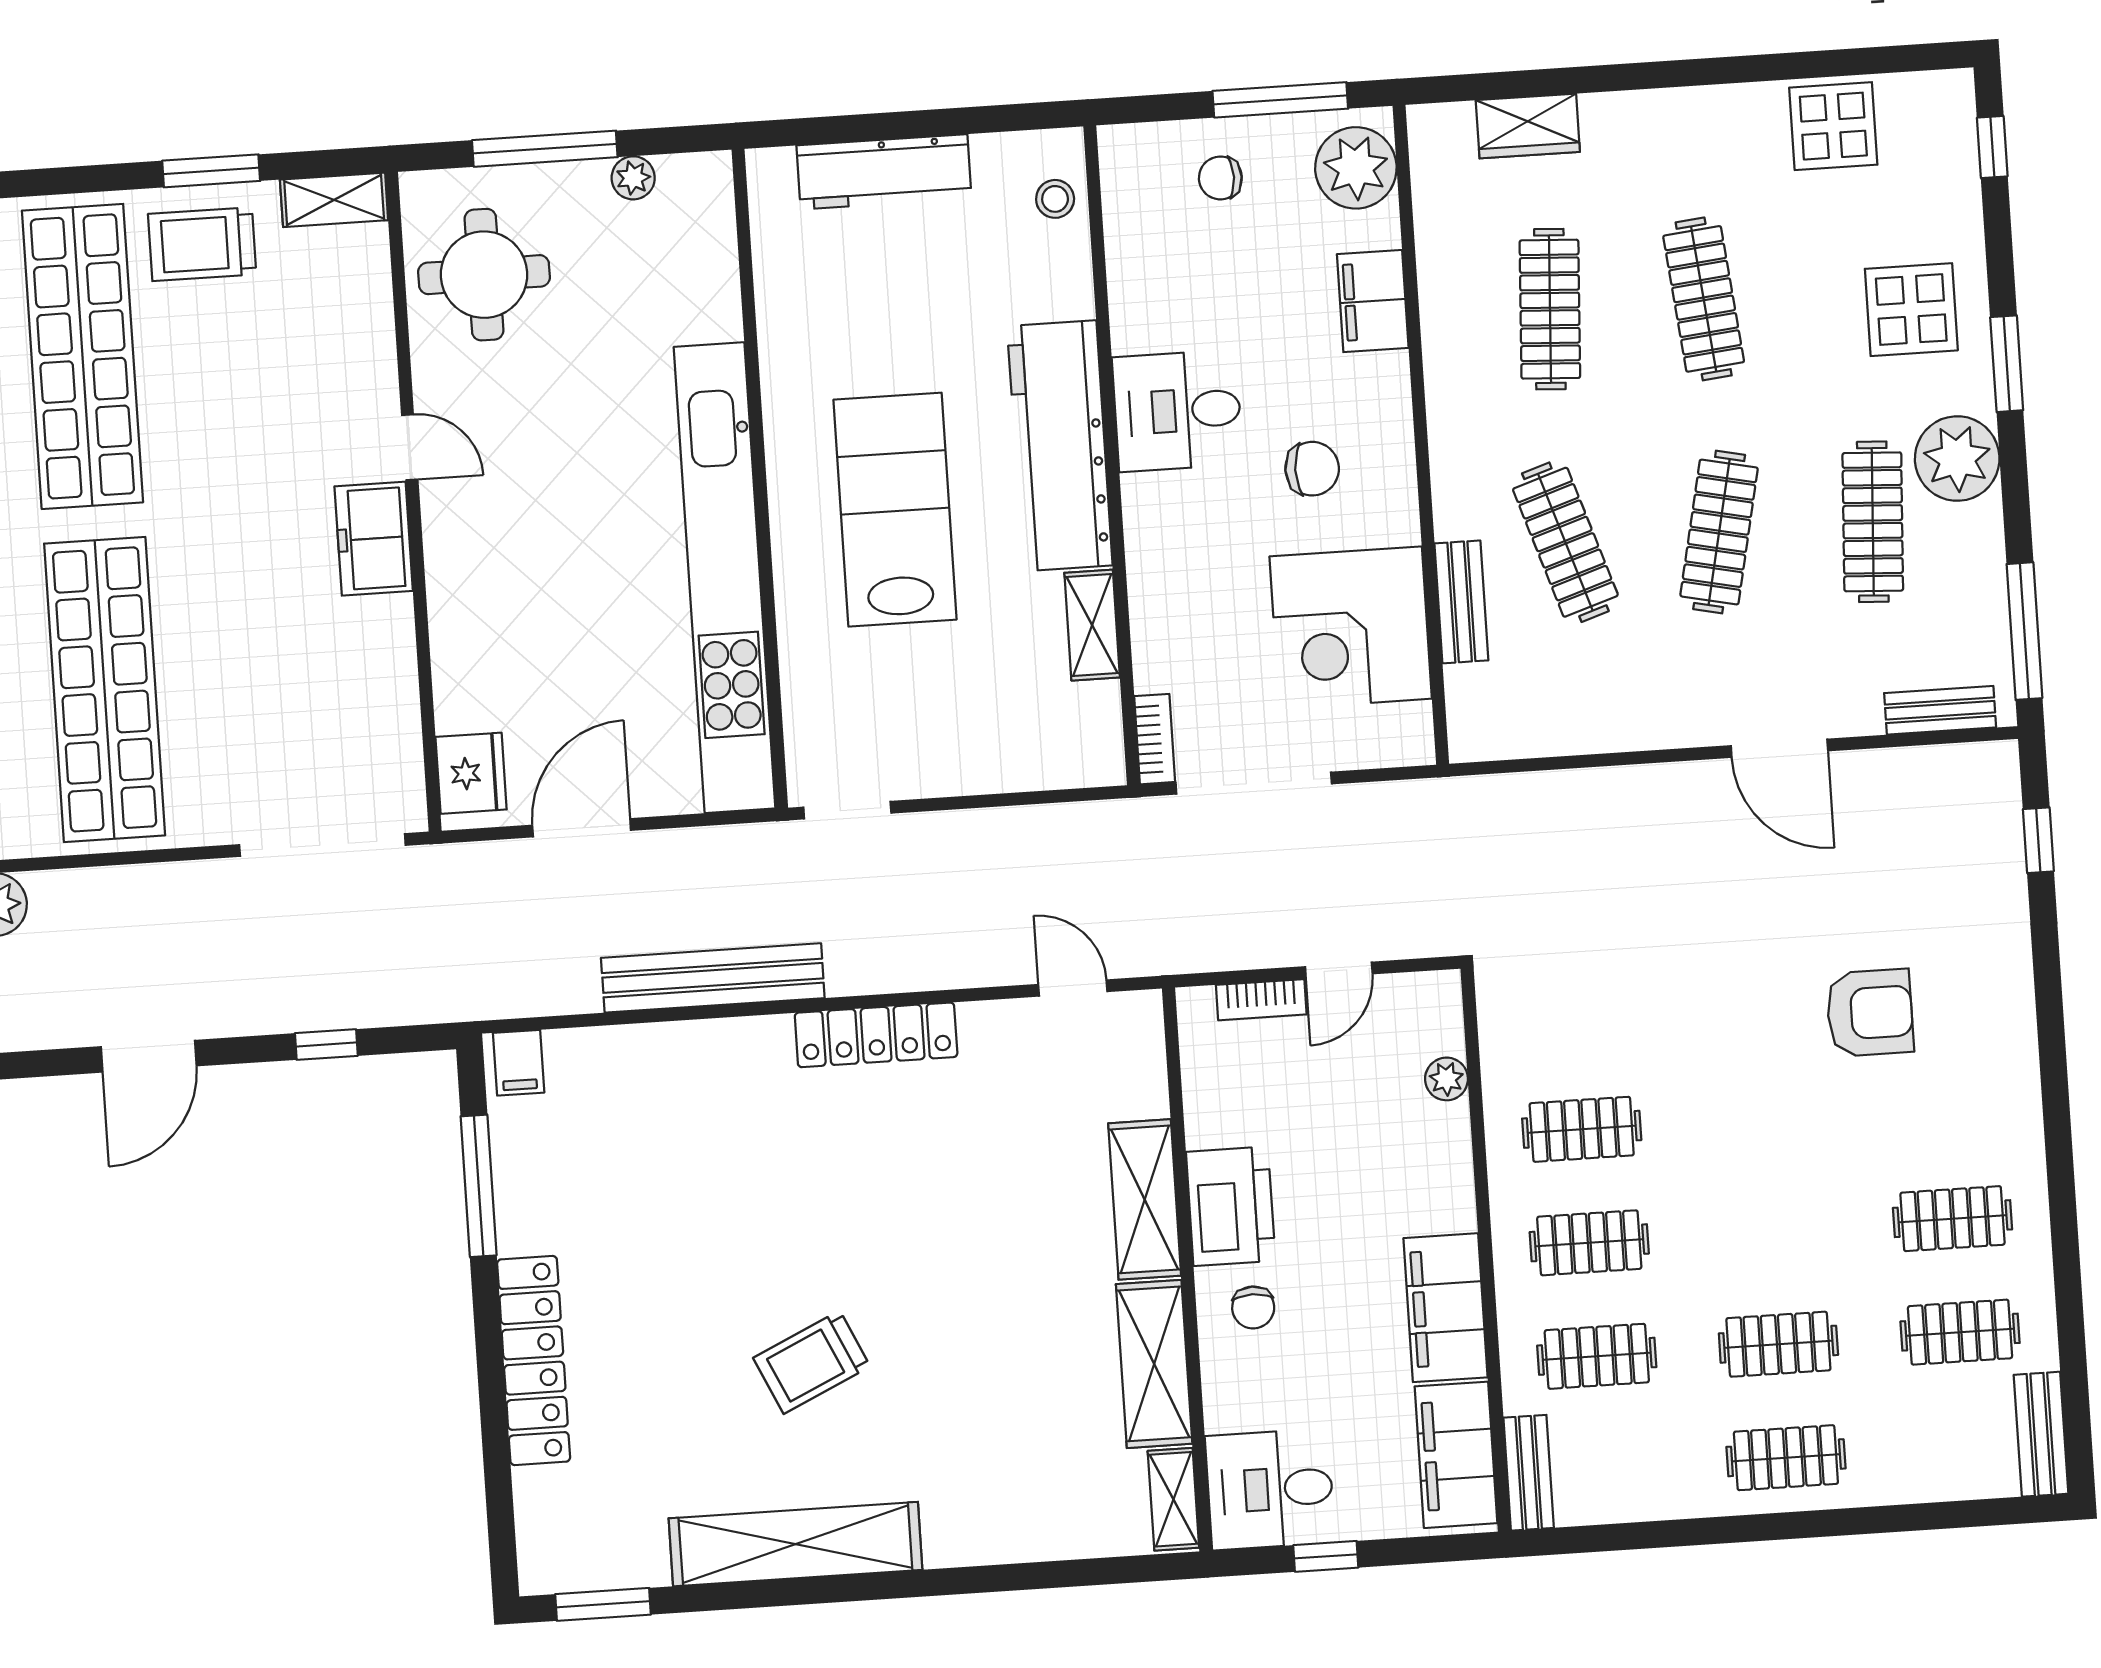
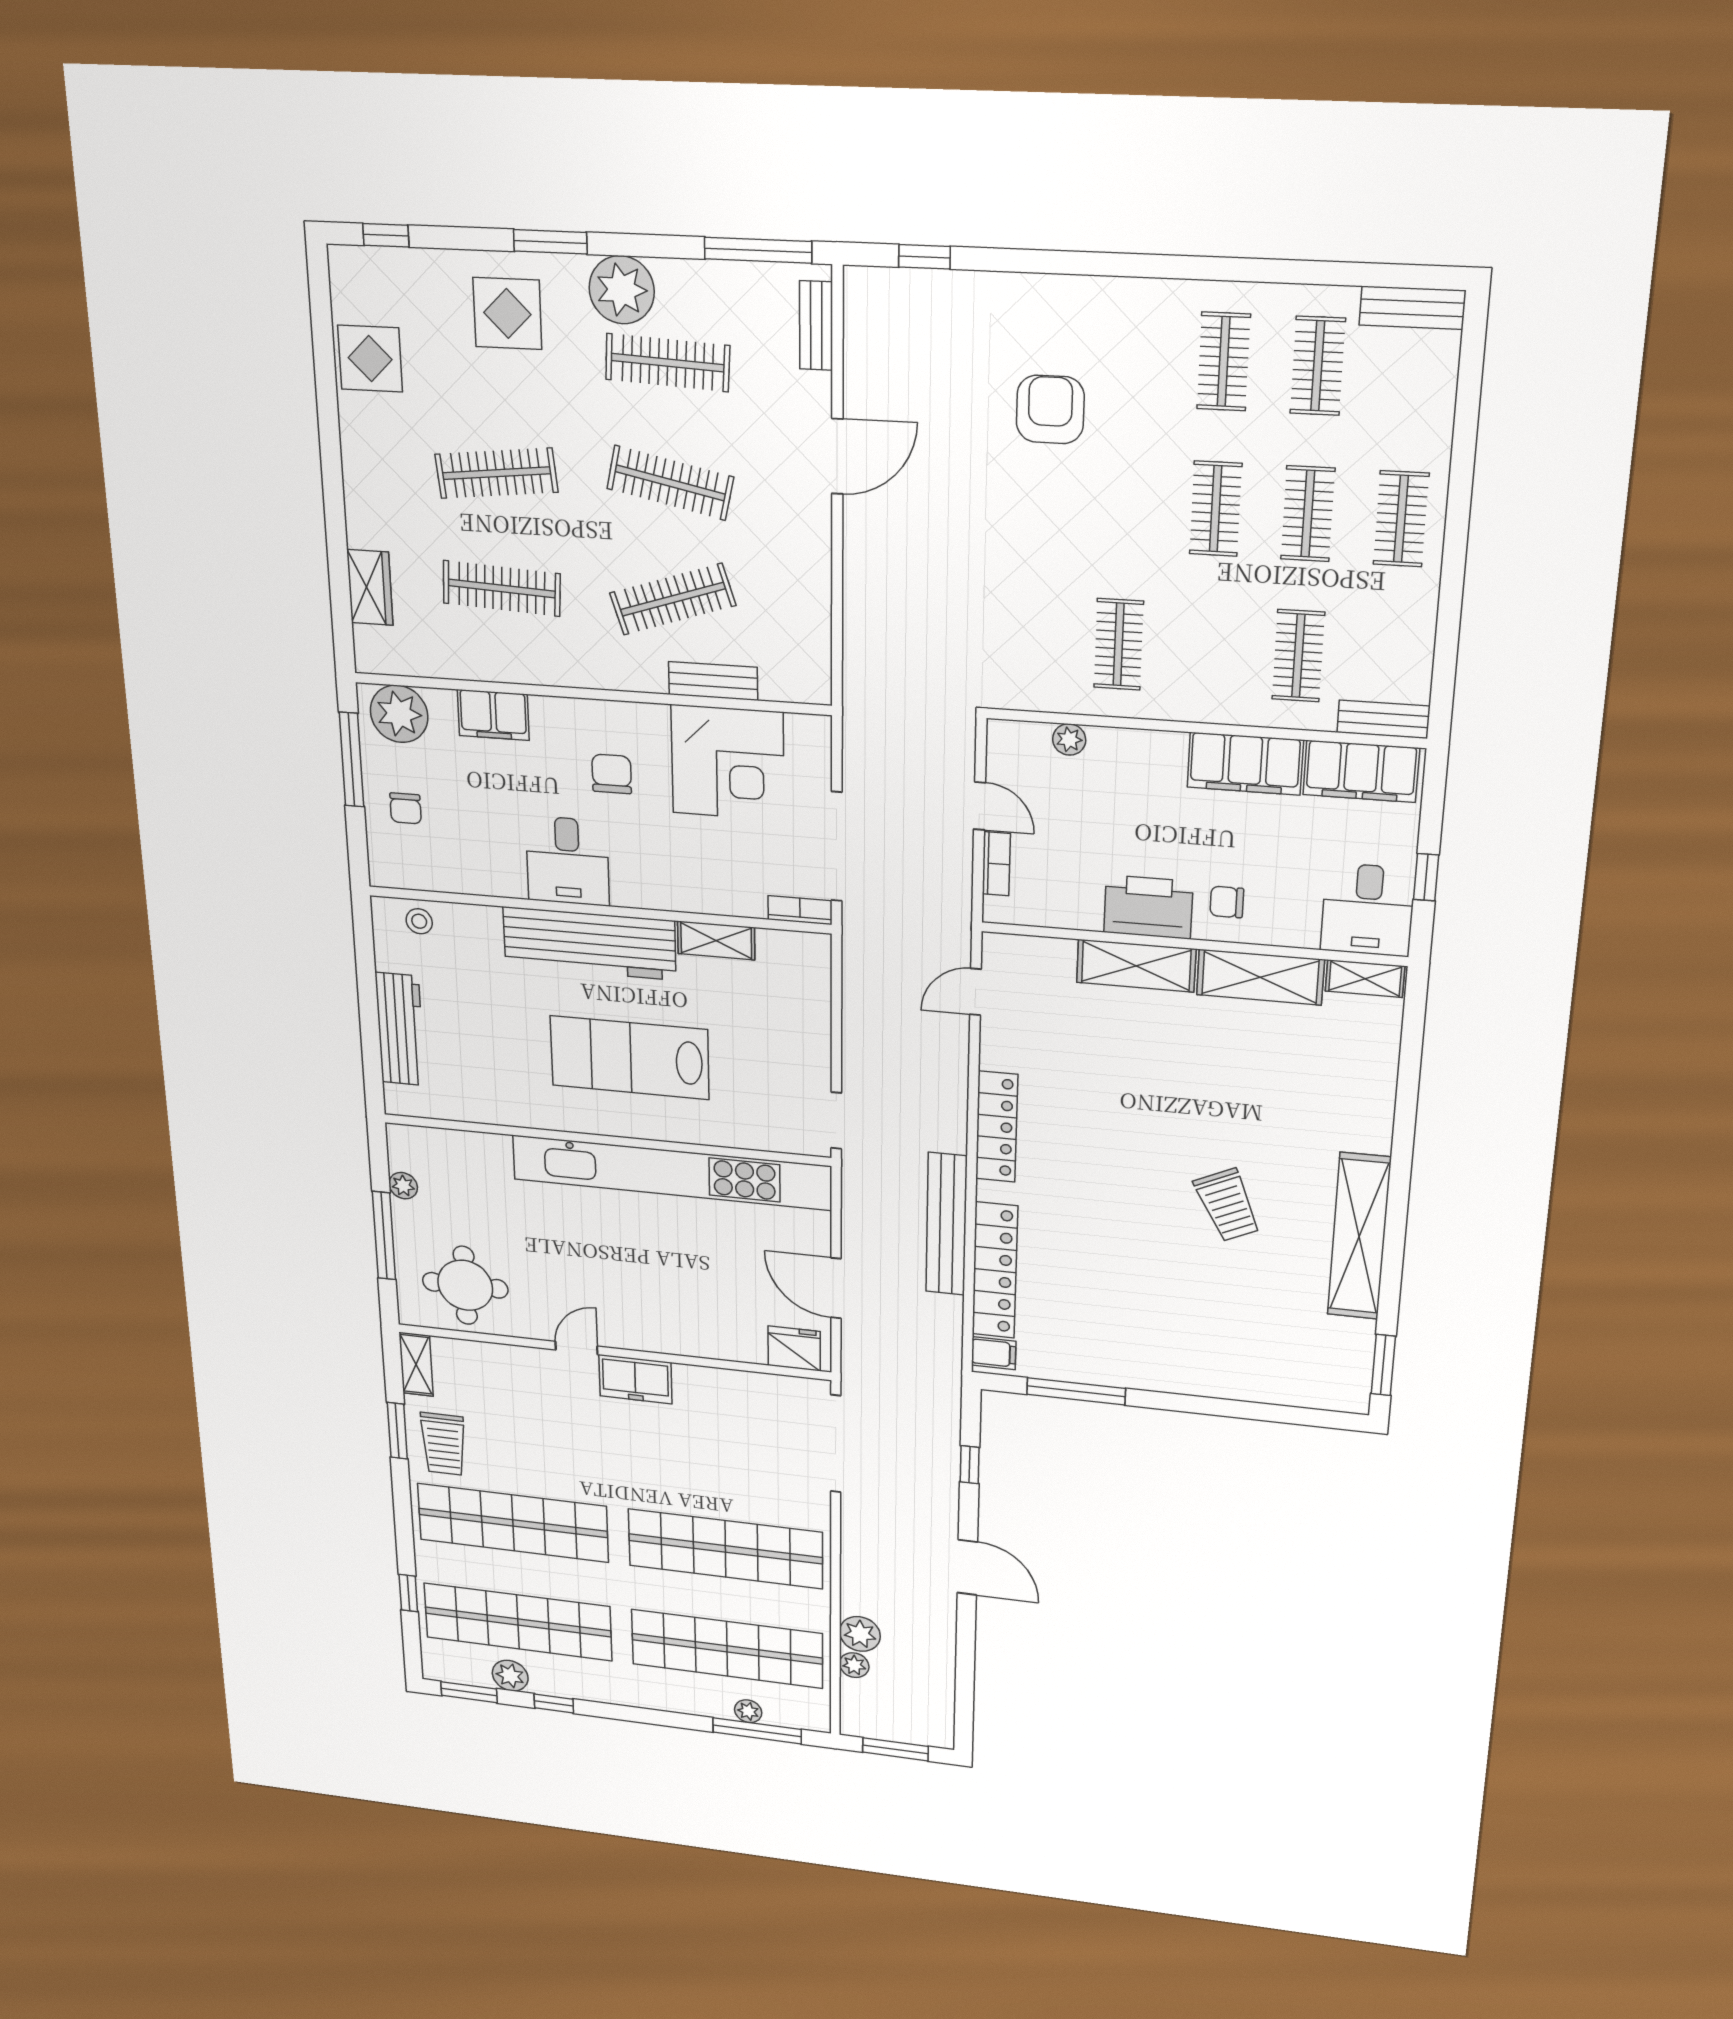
clothes rail: (1589, 1243) -> (1216, 509), moved
chair: (1253, 1307) -> (1227, 902), turned 180
locker: (534, 1361) -> (995, 1270), moved, turned 90

